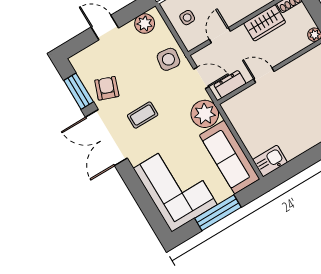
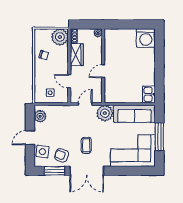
side table: (168, 59) -> (42, 152), moved
dresser: (230, 84) -> (97, 91), removed

